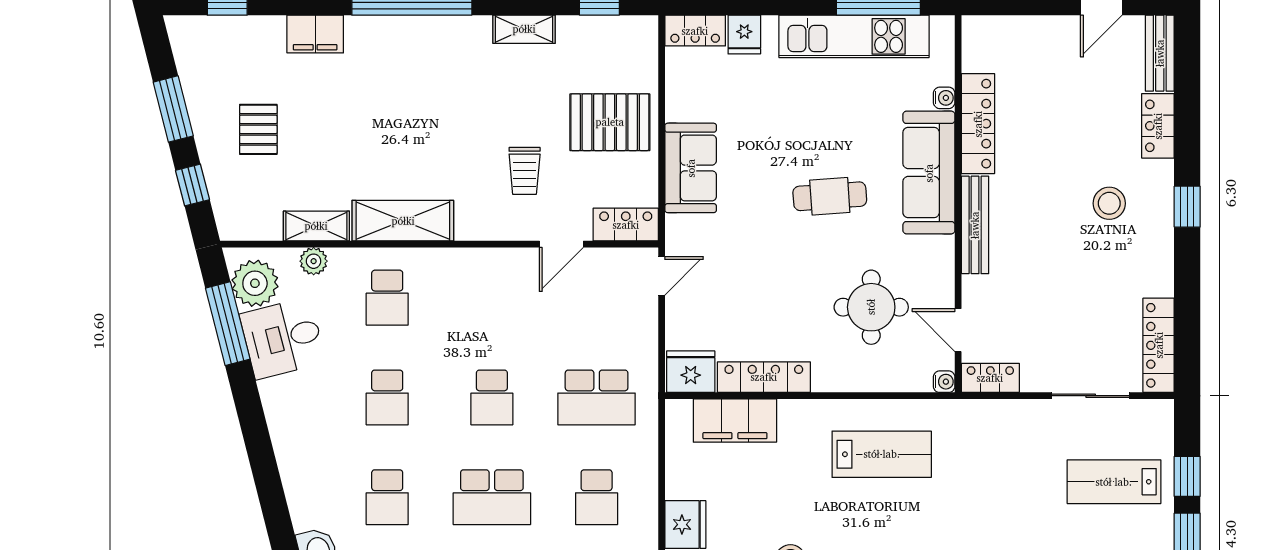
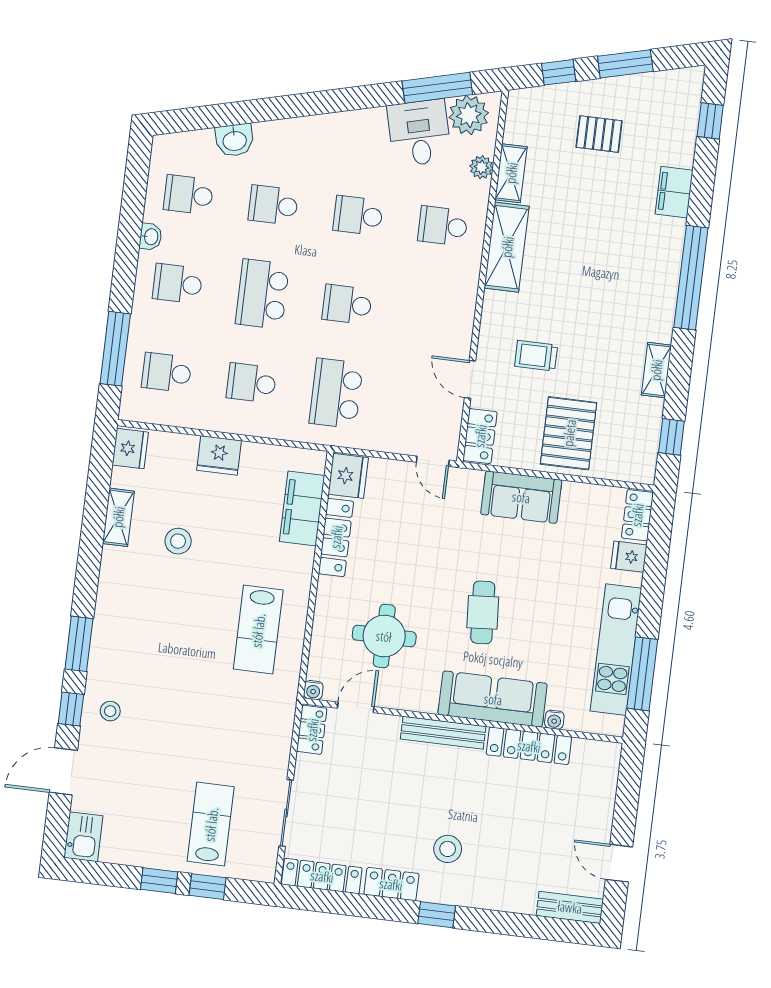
locker: (1158, 126) -> (391, 884), moved

